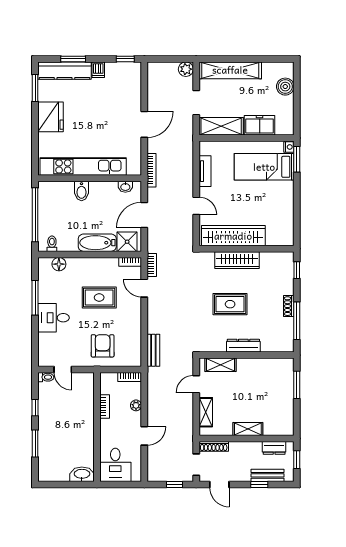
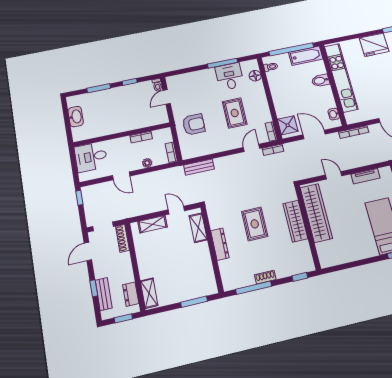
door: (196, 206) -> (334, 175), swing flipped
bathtub: (97, 243) -> (306, 56), moved, turned 90
desk: (54, 318) -> (230, 77), moved
shelving: (248, 429) -> (149, 293), moved
washbasin: (82, 474) -> (76, 117), moved
window: (175, 484) -> (79, 198), moved

